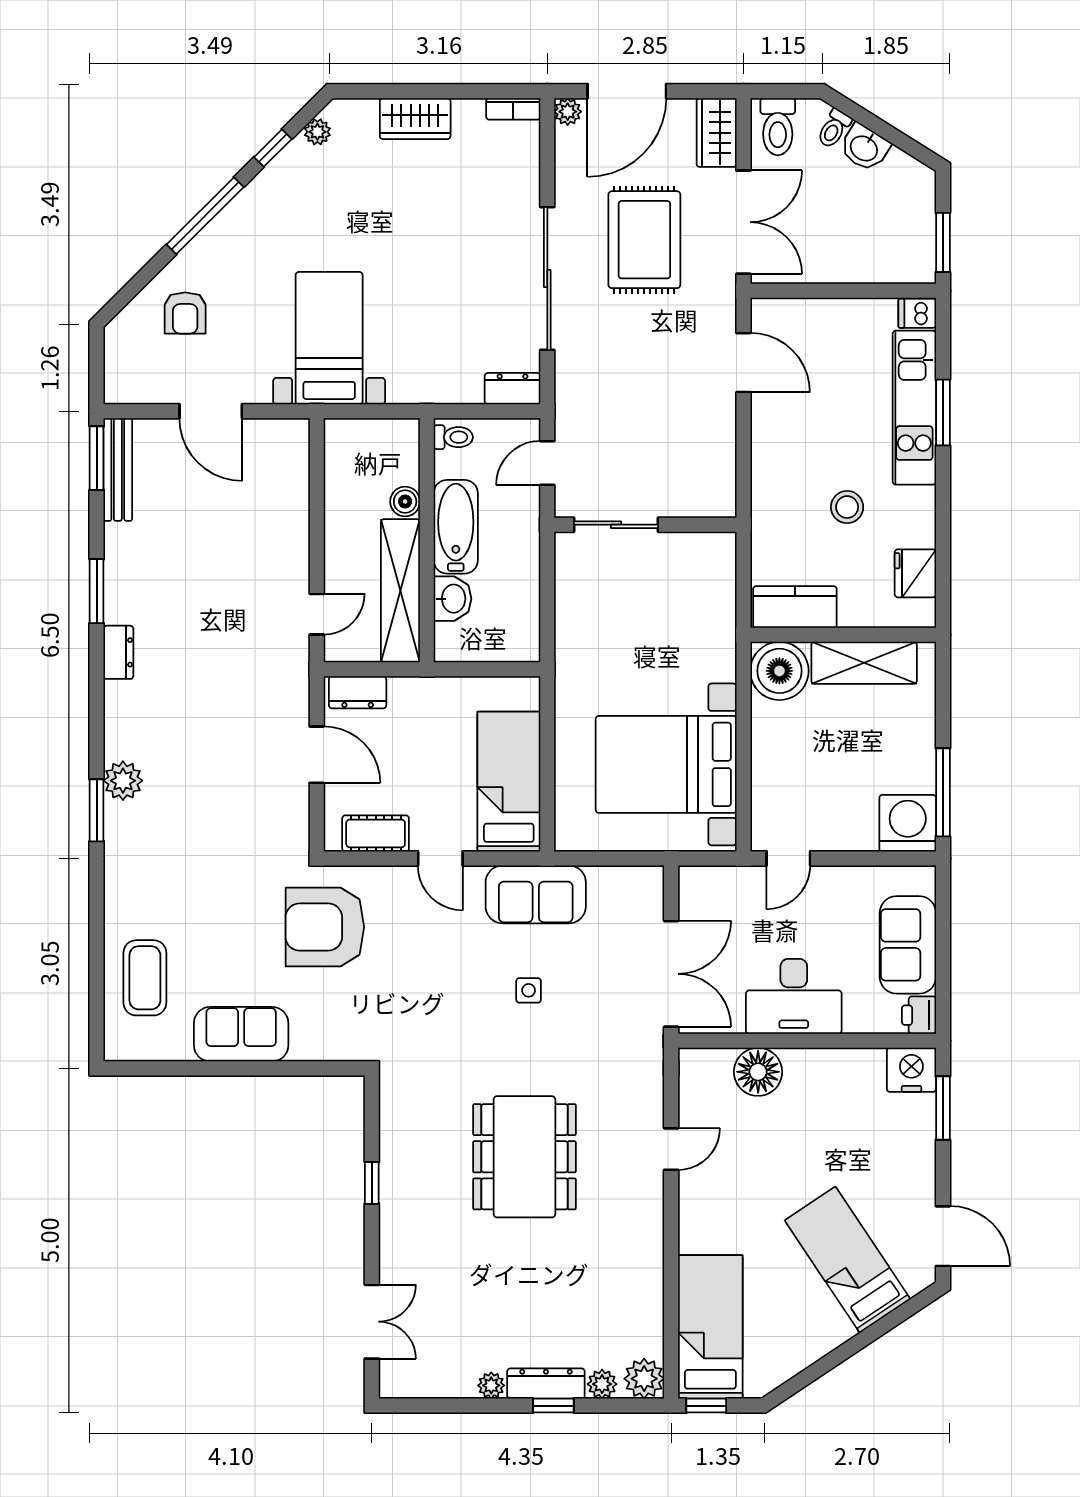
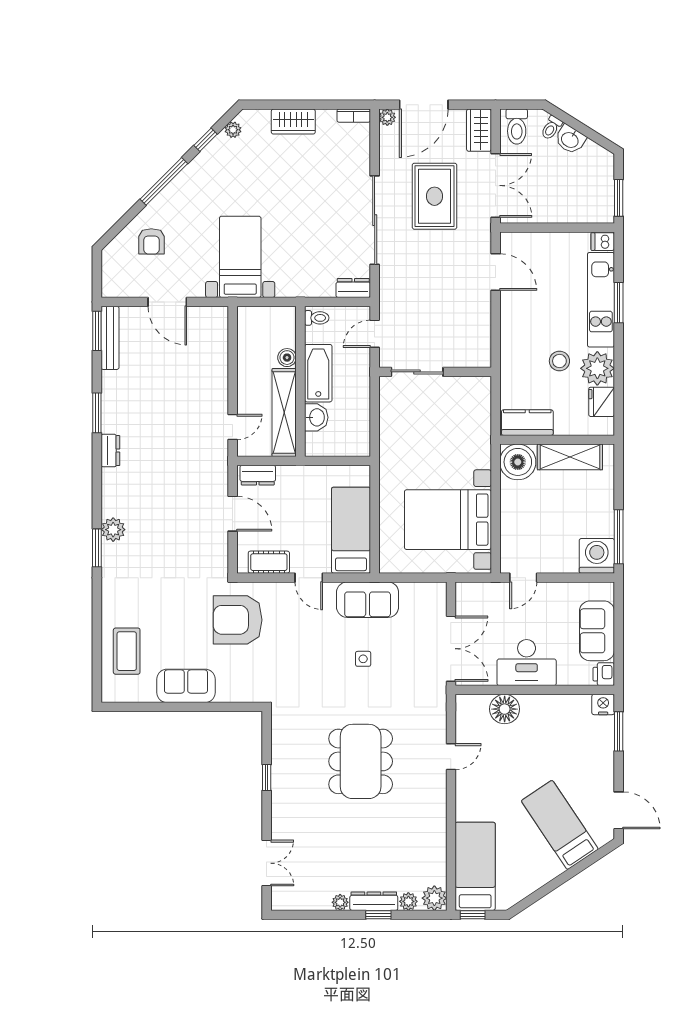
plant: (909, 519) -> (597, 368), added
nightstand: (911, 1070) -> (603, 704), width x0.74, depth x0.75

